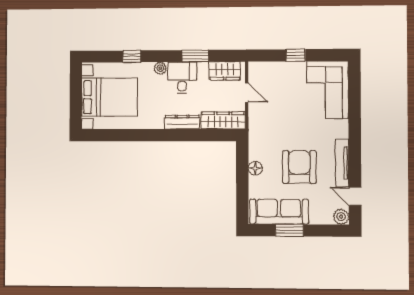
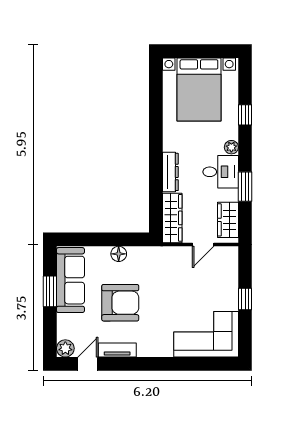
tv unit: (342, 163) -> (117, 350), width x0.71

